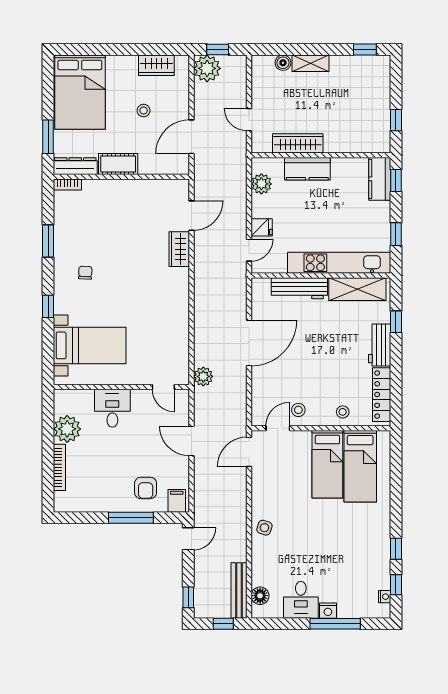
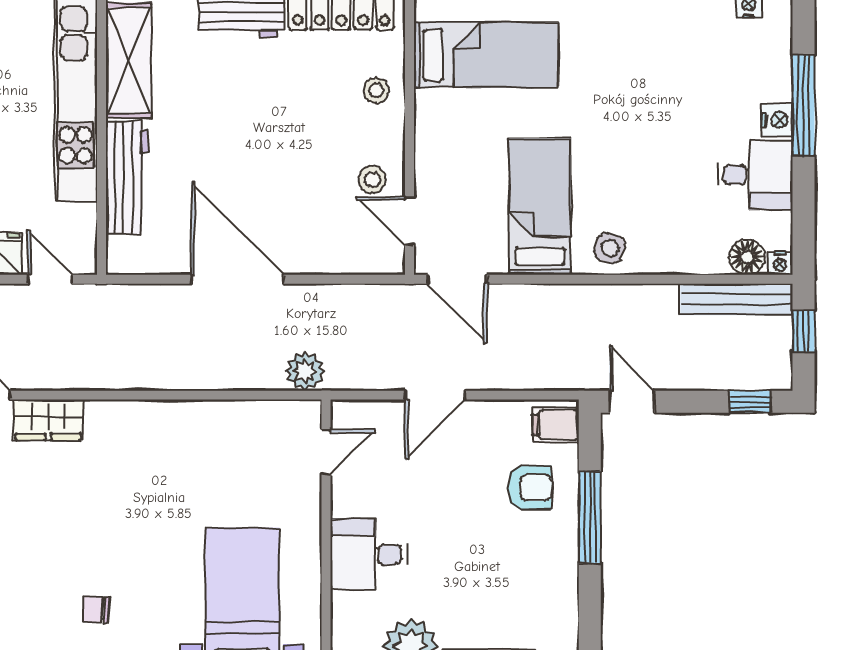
bed: (327, 464) -> (540, 207), moved, turned -90
nightstand: (257, 612) -> (780, 263), added

